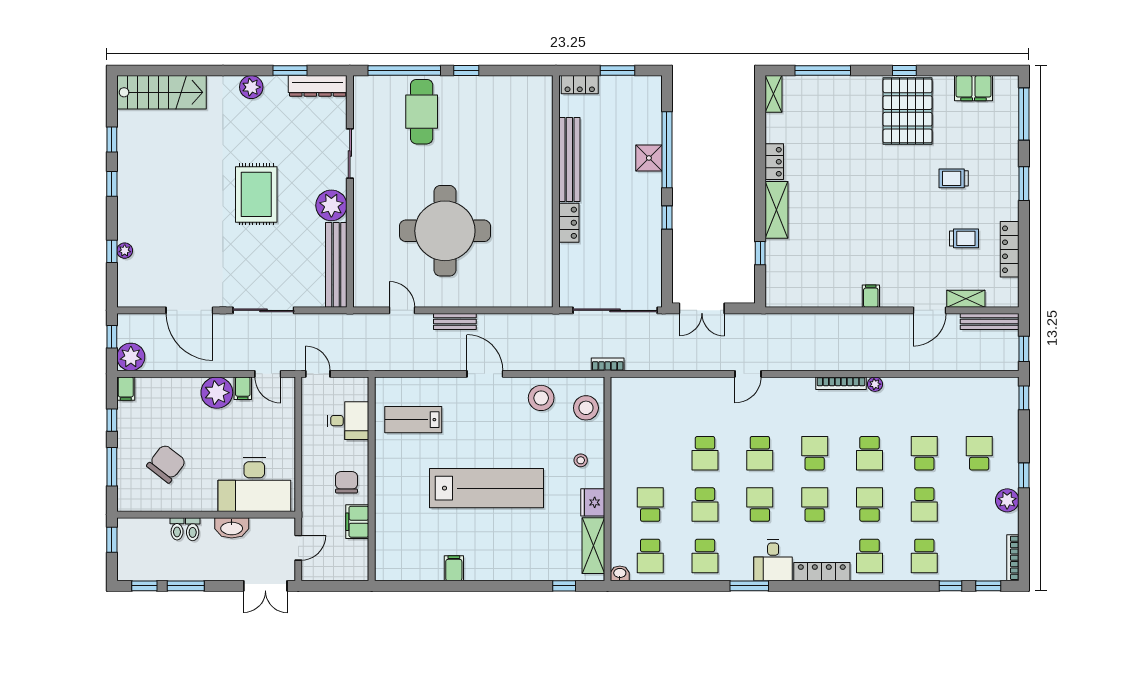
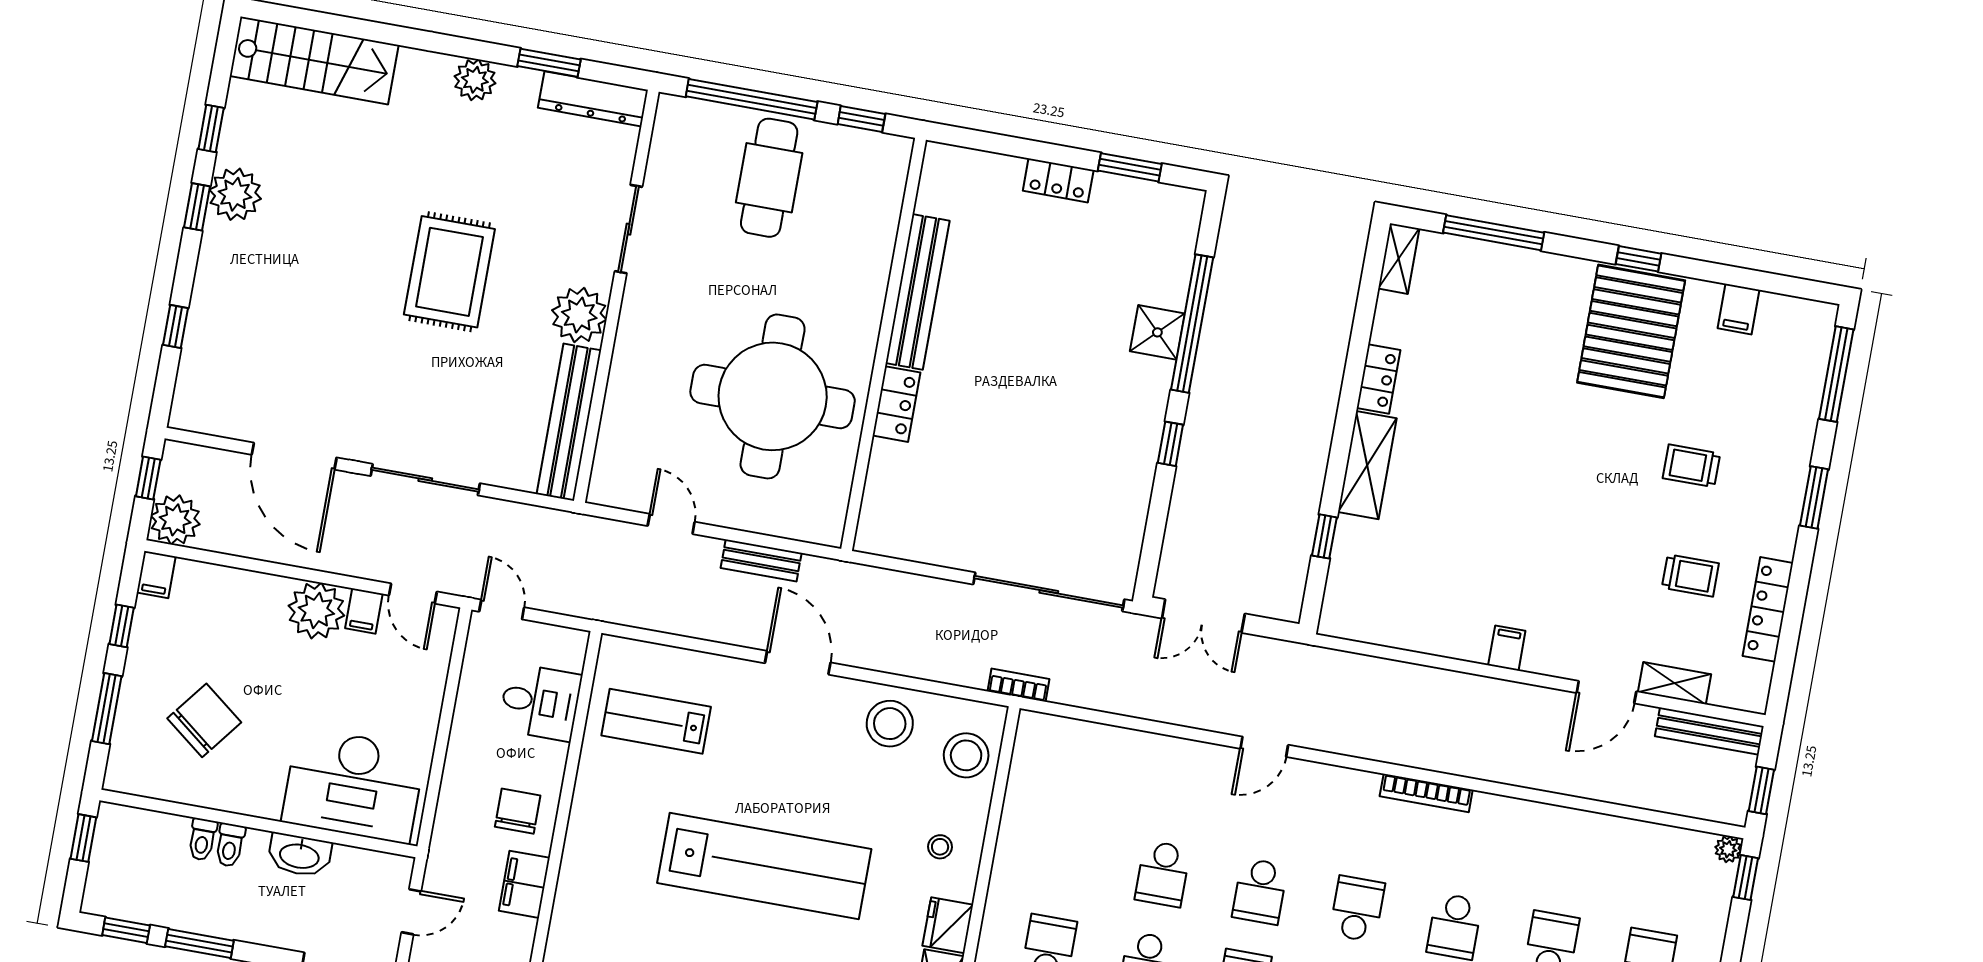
filing cabinet: (974, 88) -> (1739, 309), width x0.50
bench: (569, 159) -> (918, 292), moved
wall: (556, 191) -> (884, 344), moved
locker: (569, 223) -> (896, 404), moved
plant: (125, 251) -> (235, 194), moved, width x1.87, depth x1.87
plant: (875, 384) -> (1728, 849), moved

